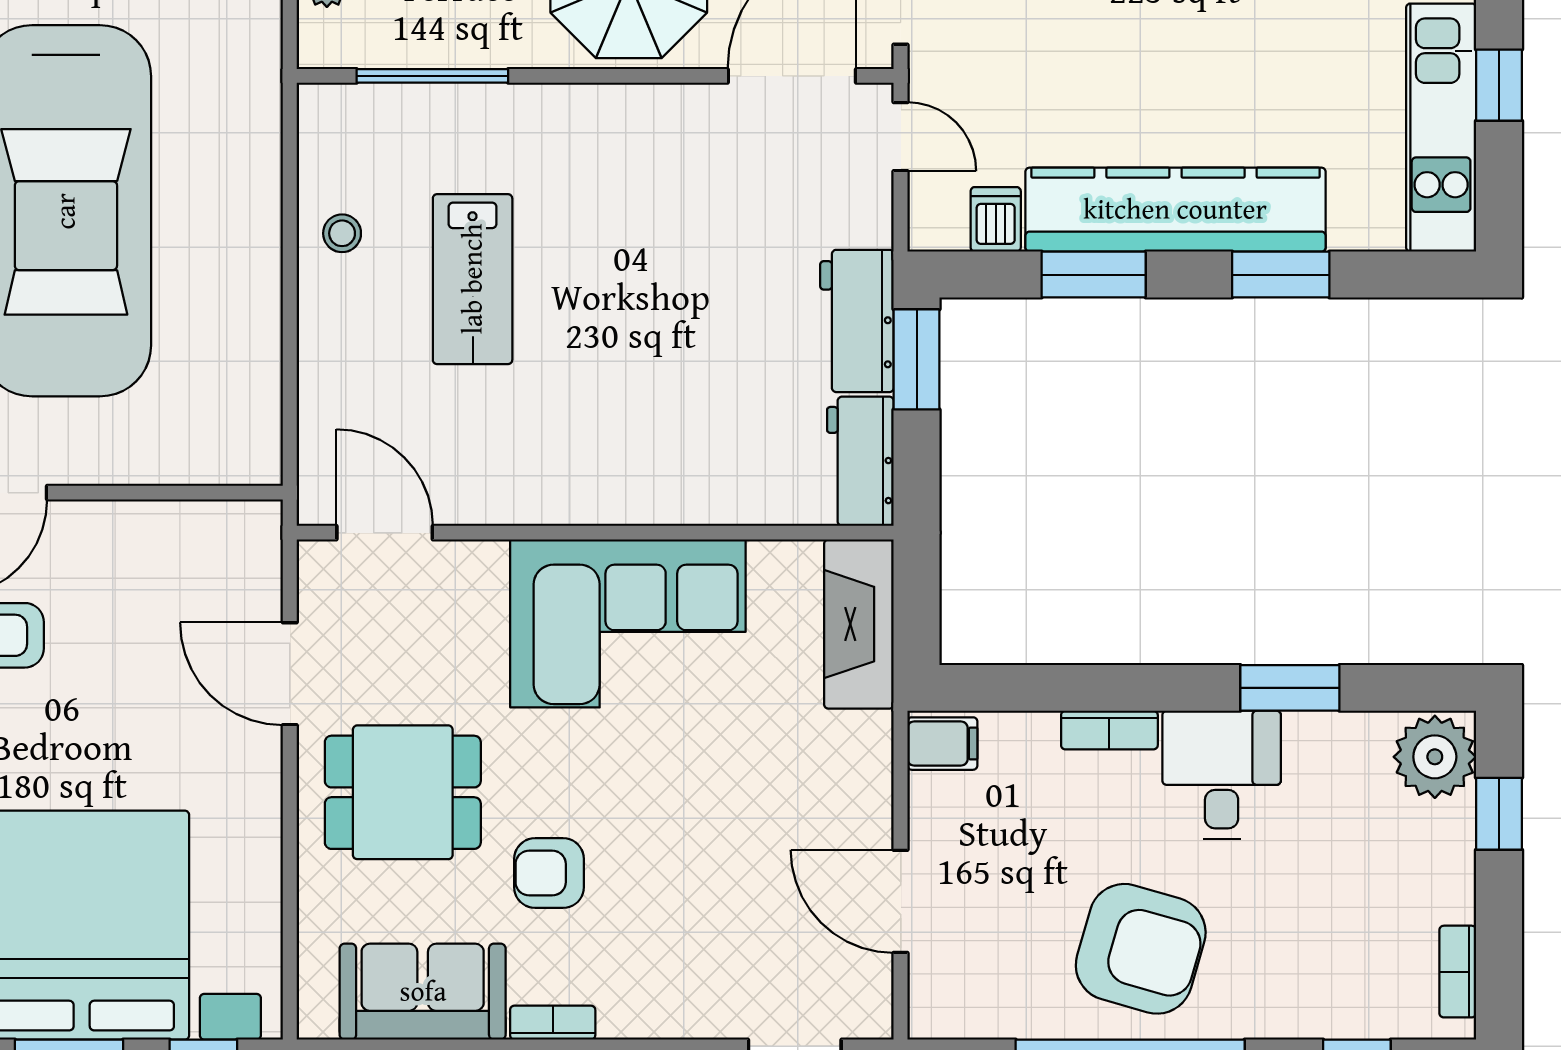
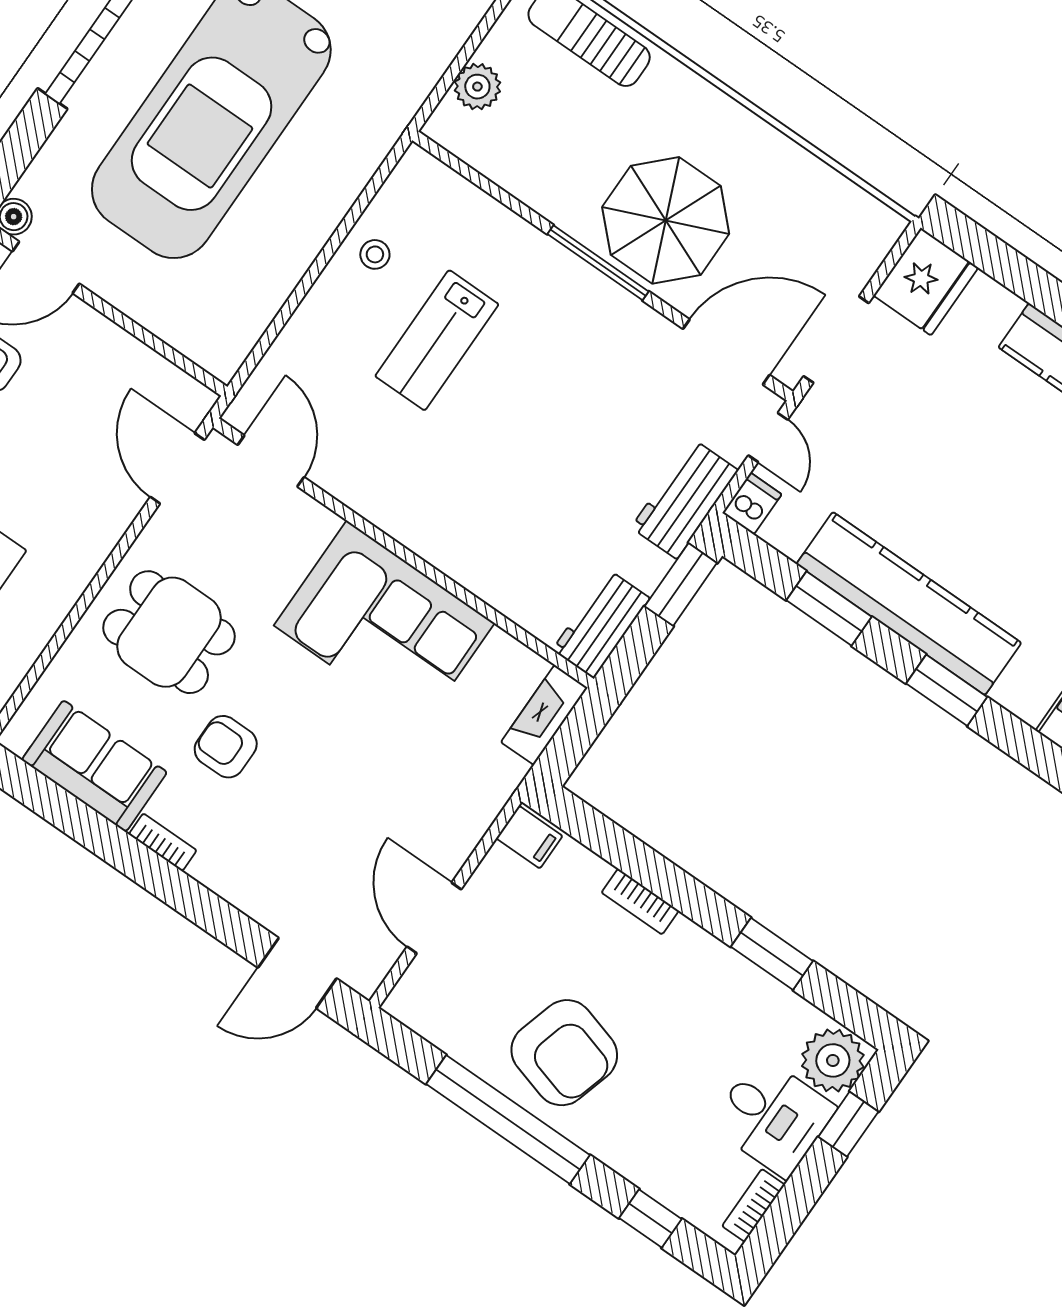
window: (432, 76) -> (598, 263), moved
dishwasher: (996, 219) -> (752, 503), moved
workbench: (857, 321) -> (685, 499), moved
fireplace: (859, 624) -> (544, 715), width x0.73, depth x0.76
door: (290, 674) -> (177, 468), moved
desk: (1222, 775) -> (773, 1117), moved, turned 90

